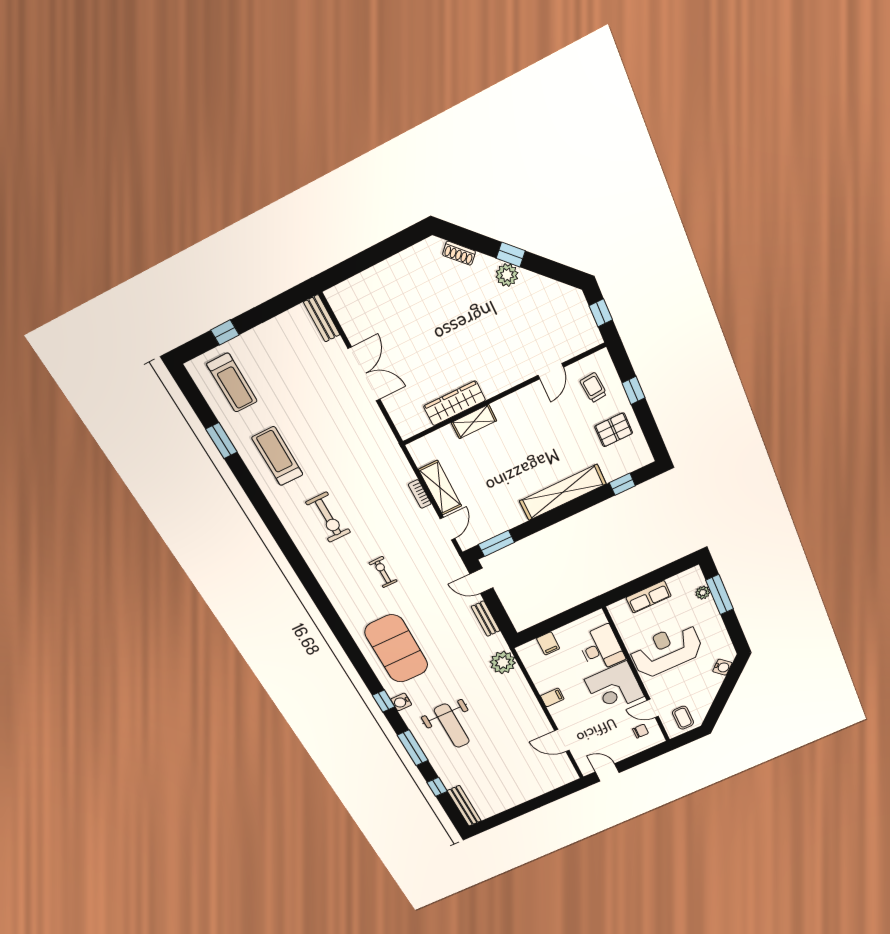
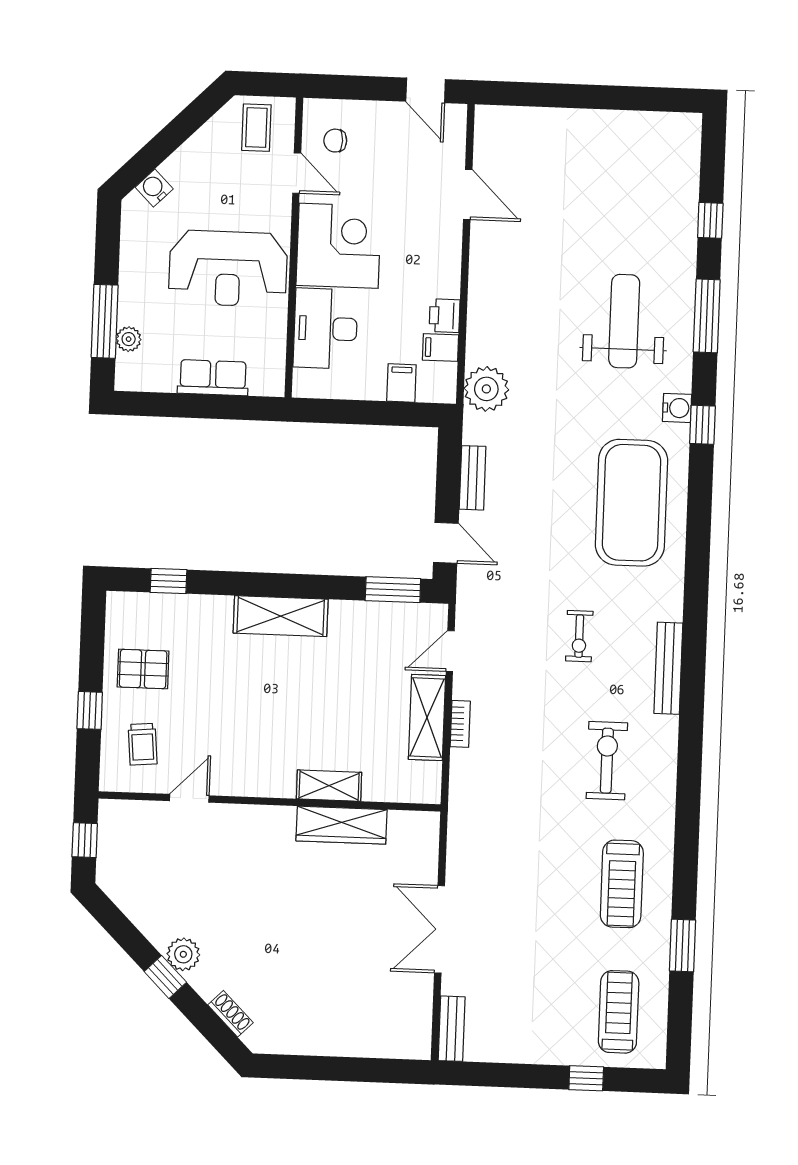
shelving: (563, 492) -> (281, 616), width x0.68
printer: (543, 684) -> (445, 316), added
filing cabinet: (552, 697) -> (440, 348), moved
bench: (464, 806) -> (668, 668), moved

